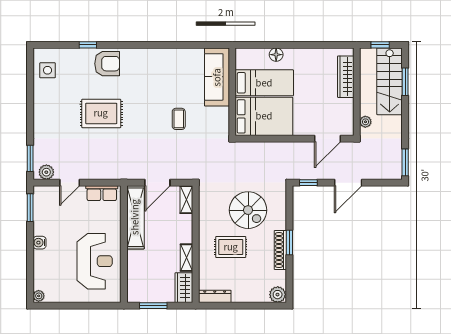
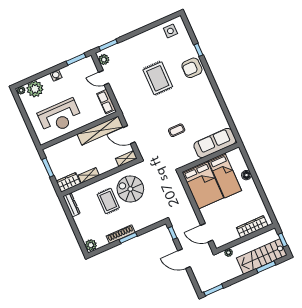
armchair: (107, 64) -> (192, 68), turned 90
spiral stairs: (248, 210) -> (130, 189), moved, turned 90
plant: (45, 277) -> (35, 89), added

